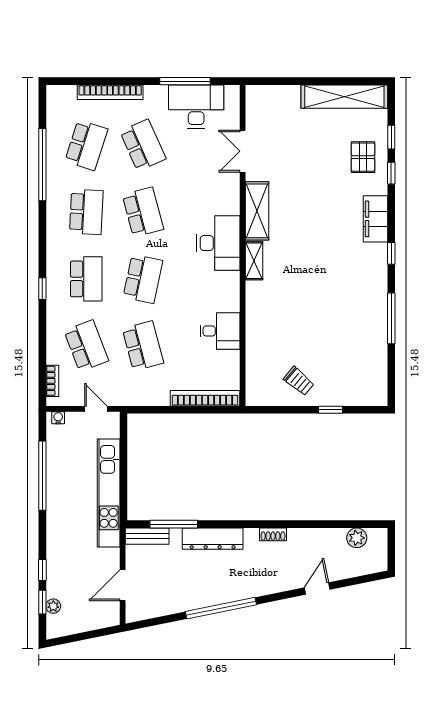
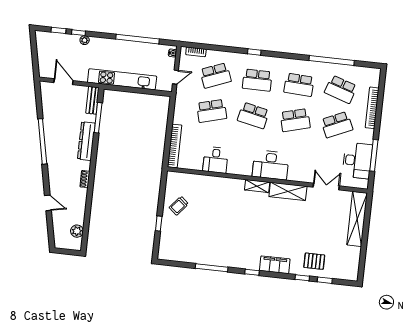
shelving: (344, 97) -> (357, 219), moved
plant: (53, 606) -> (85, 40), moved

